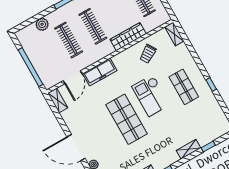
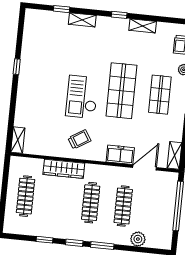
trolley: (148, 54) -> (79, 139), moved
freezer: (100, 72) -> (120, 155), width x0.71
shop shelf: (184, 87) -> (160, 95), moved
checkout: (151, 96) -> (82, 97), turned 180

